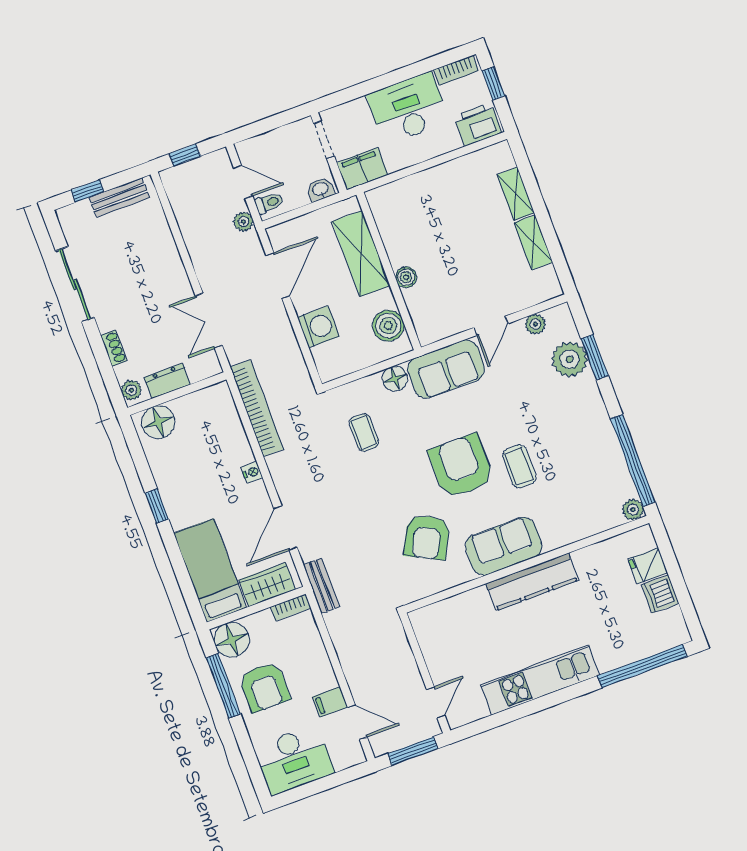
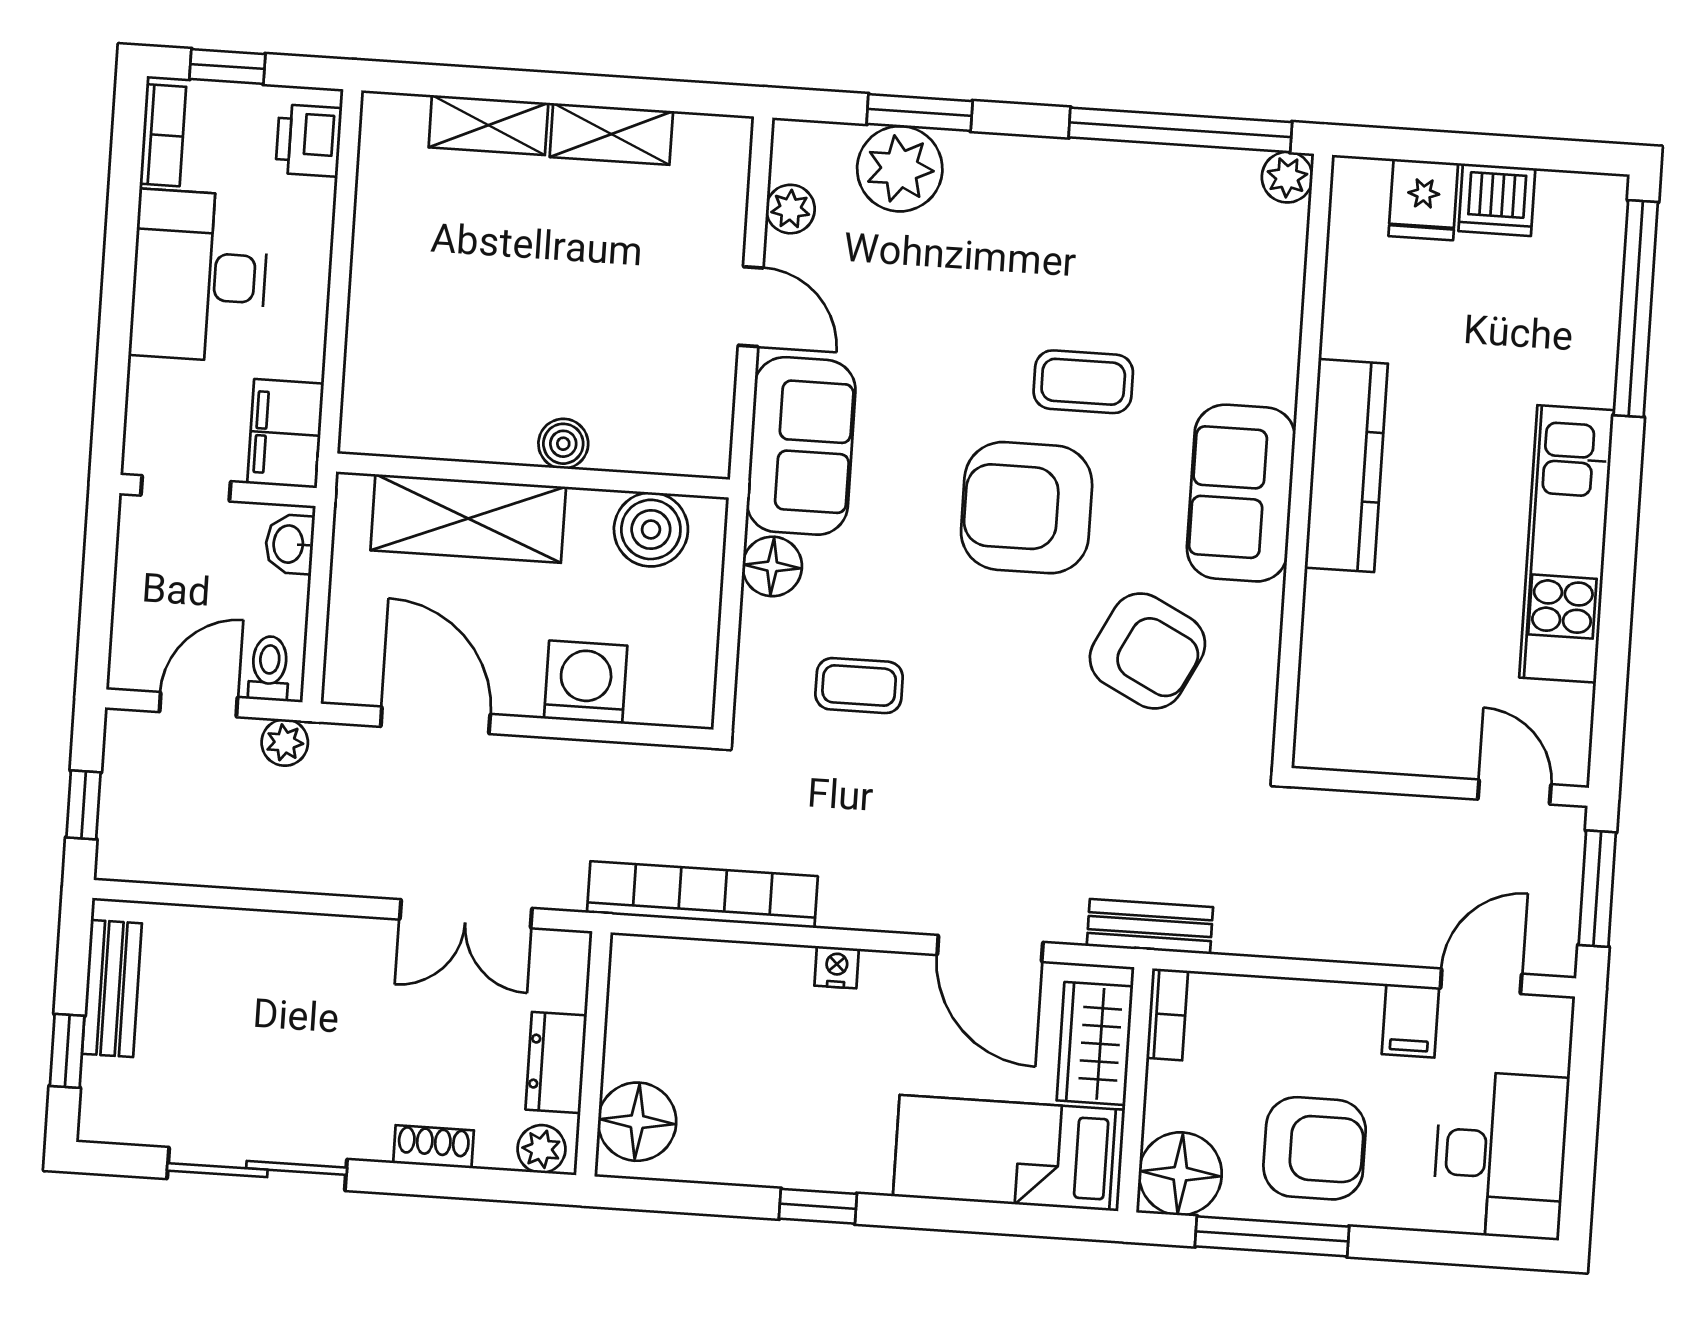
printer: (478, 124) -> (309, 140), width x0.73, depth x0.81

